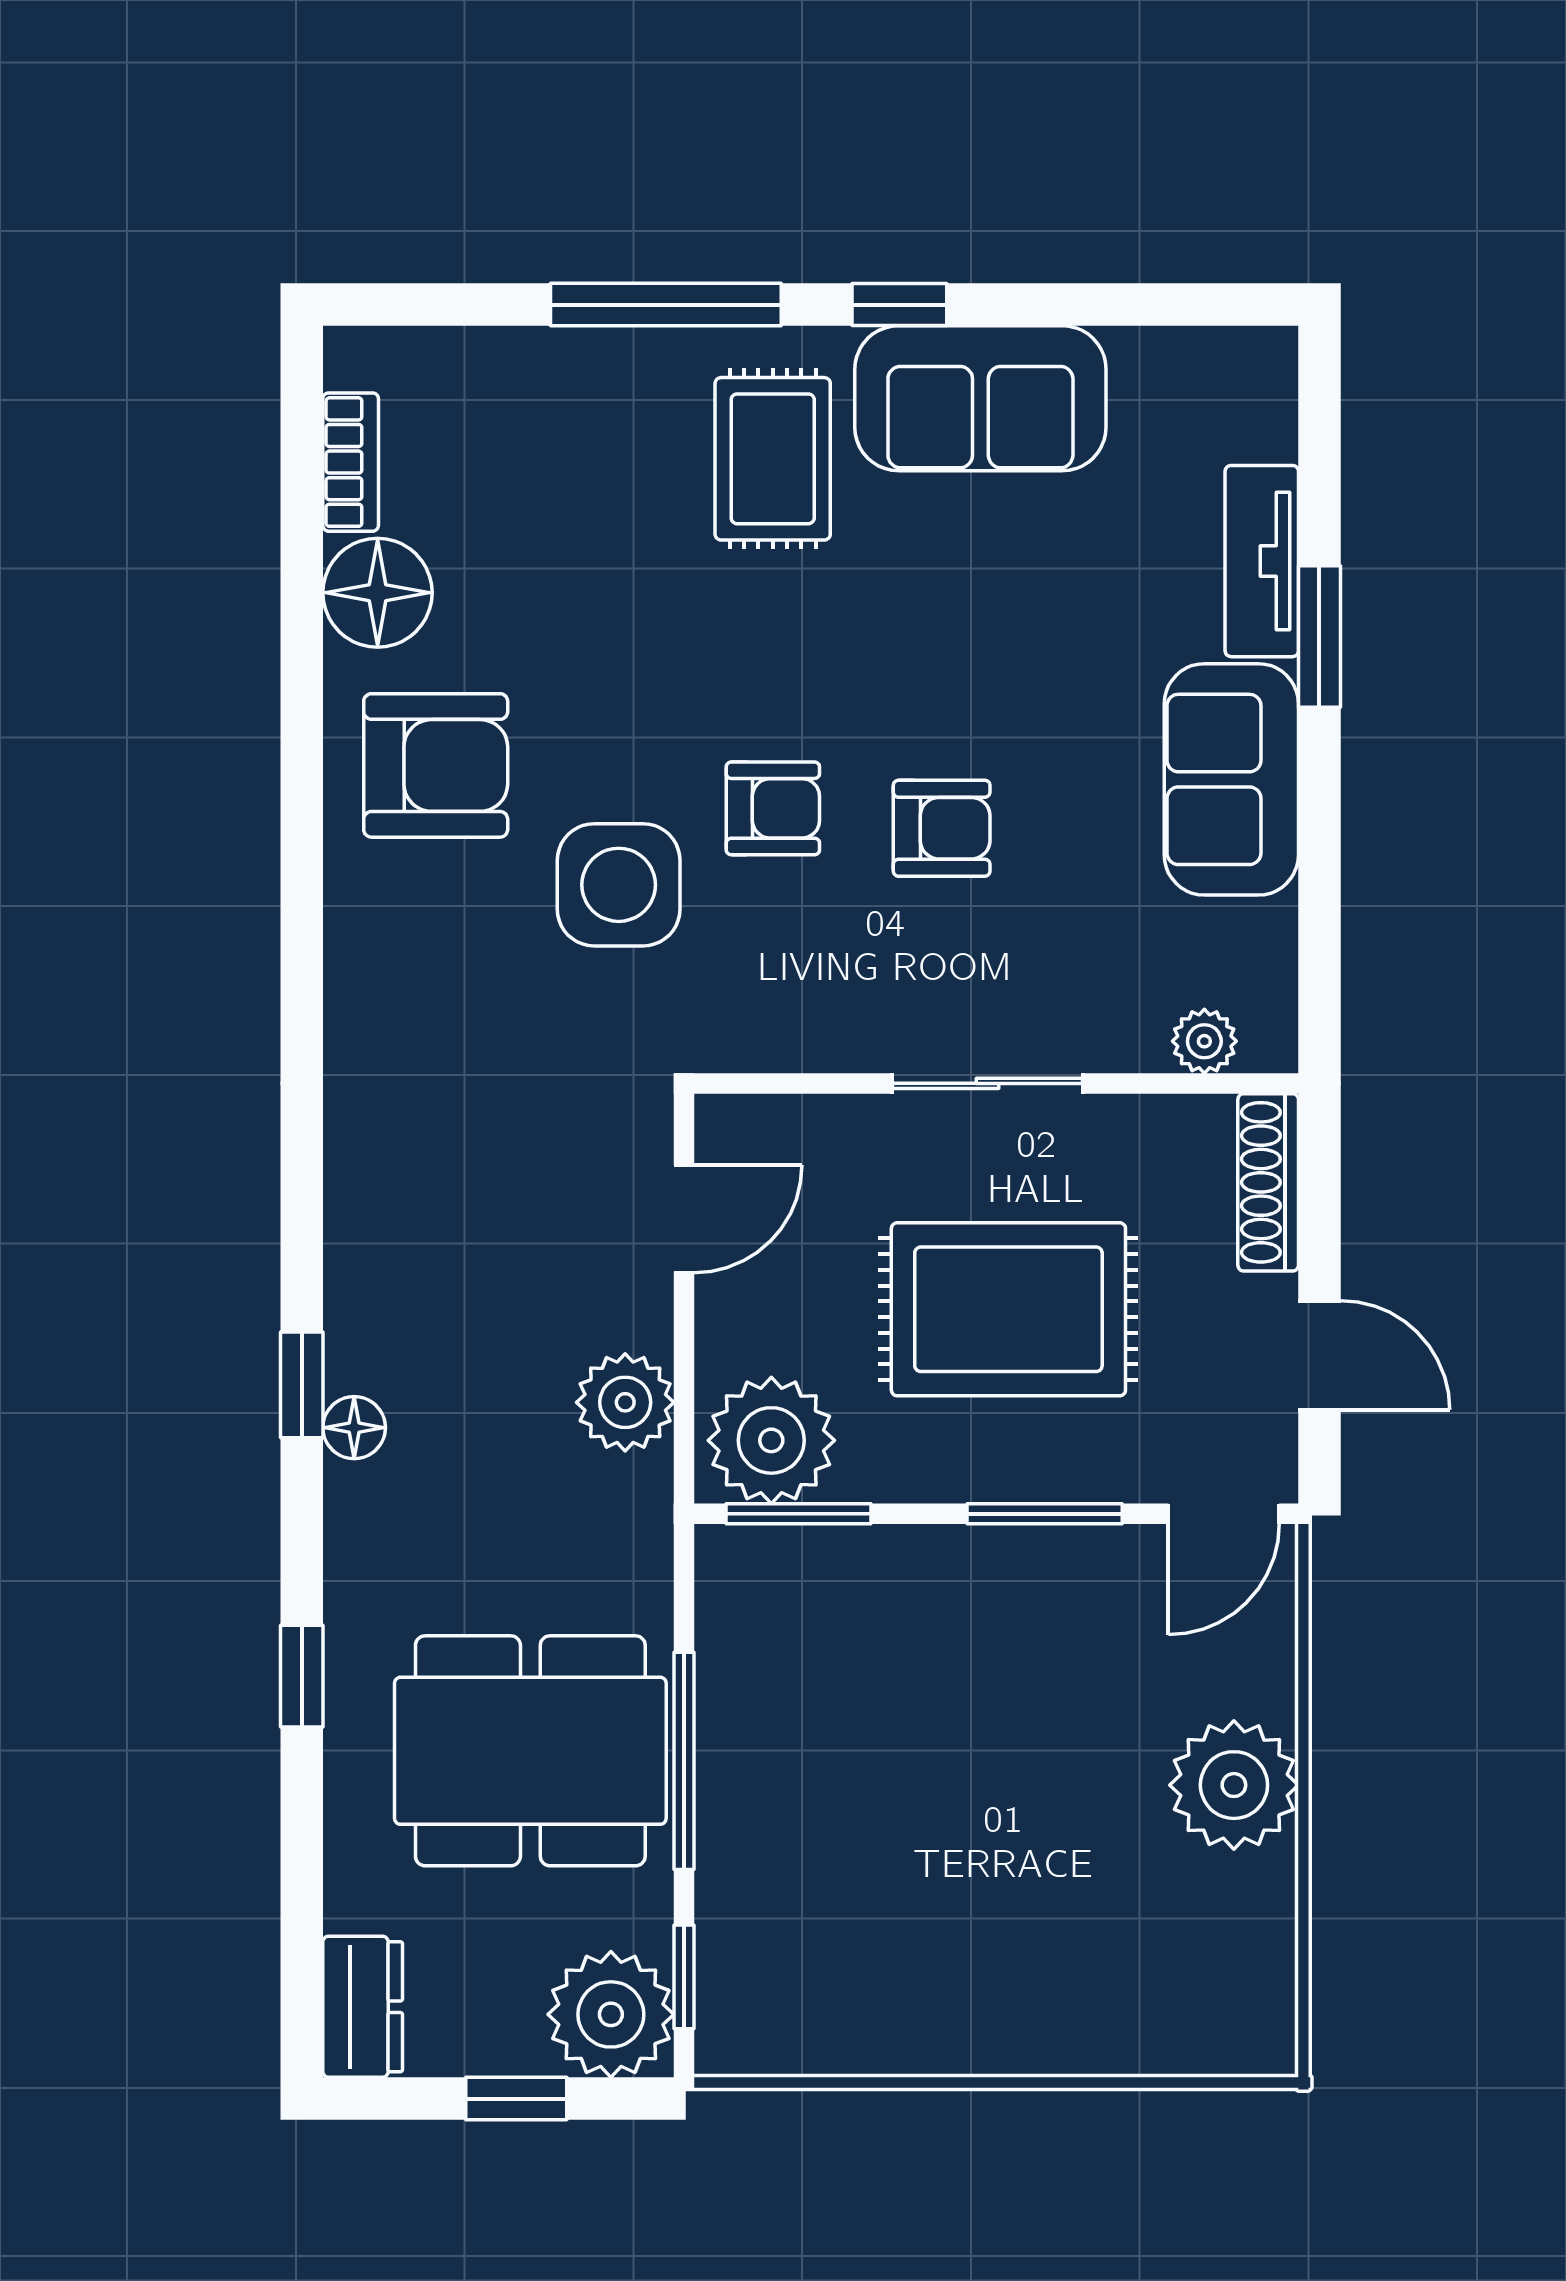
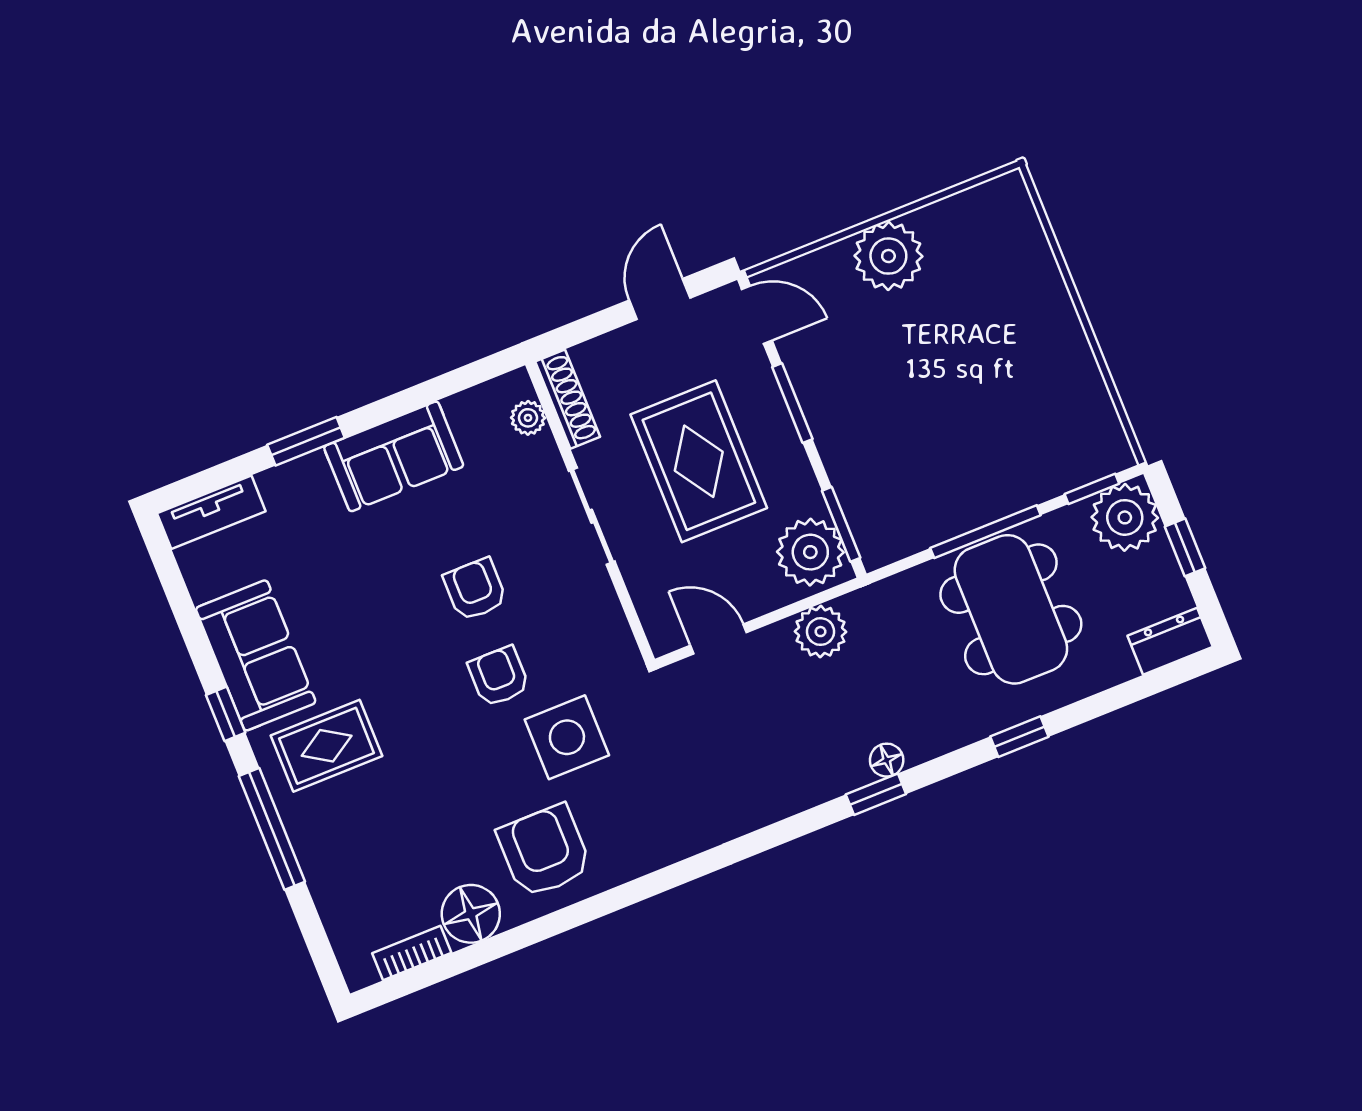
tv unit: (1262, 561) -> (211, 512), moved
shoe rack: (1268, 1182) -> (568, 399), moved, turned -90

